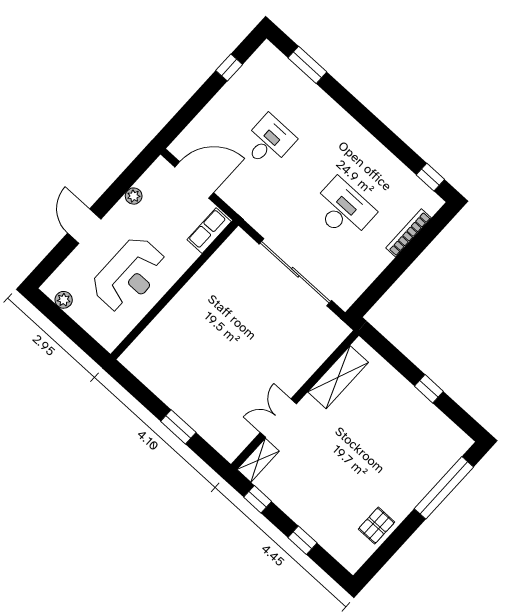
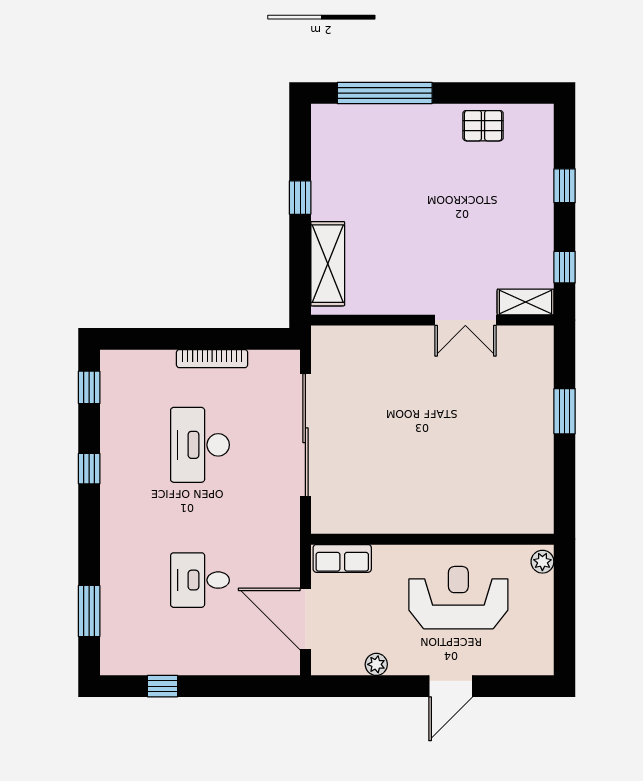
window: (386, 136) -> (89, 469), added
bookcase: (409, 233) -> (212, 359), moved
plant: (64, 300) -> (542, 562), moved
shelving: (338, 377) -> (328, 264), moved, turned 90

